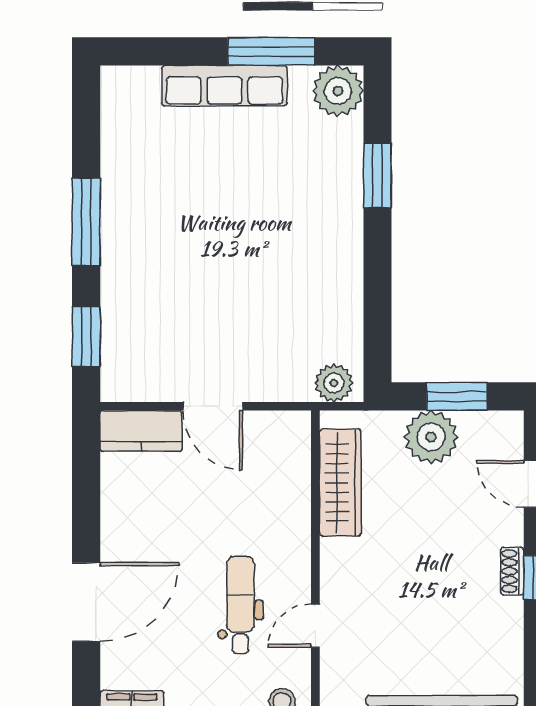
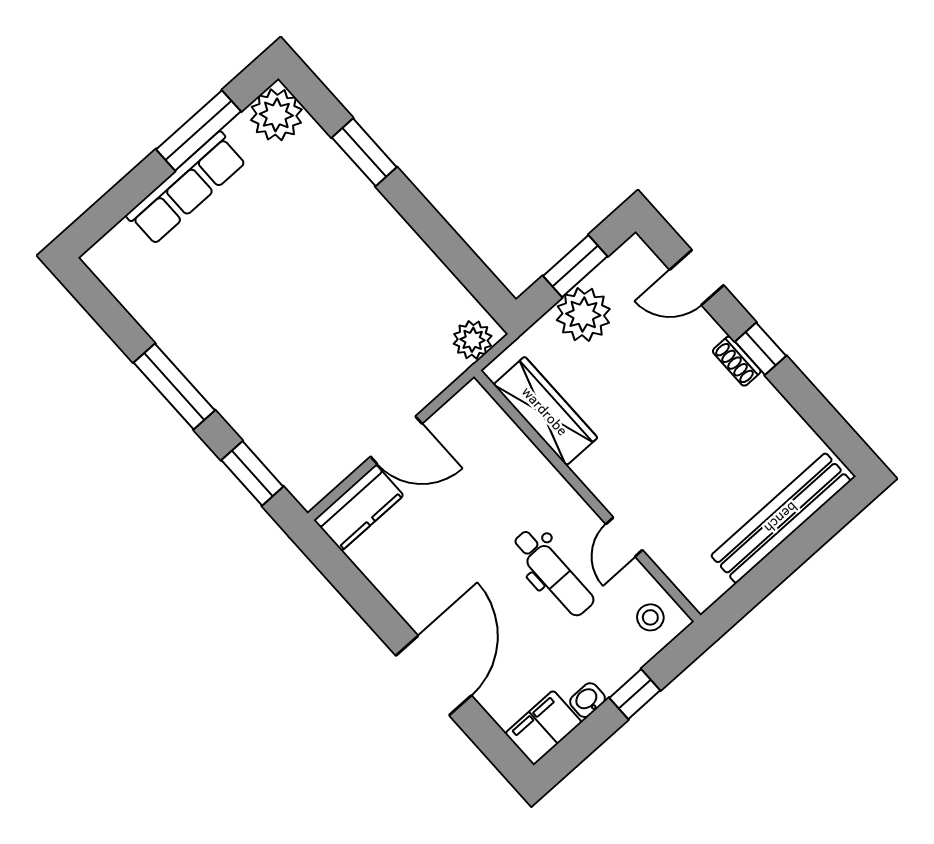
dental chair: (240, 605) -> (553, 572), turned 180

